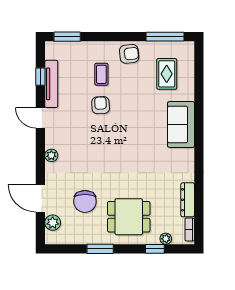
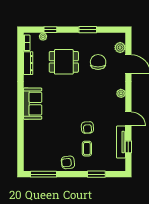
window: (67, 37) -> (96, 174), moved
rug: (167, 74) -> (42, 149), removed
sofa: (181, 124) -> (33, 104), moved
dining table: (129, 217) -> (64, 62), moved

